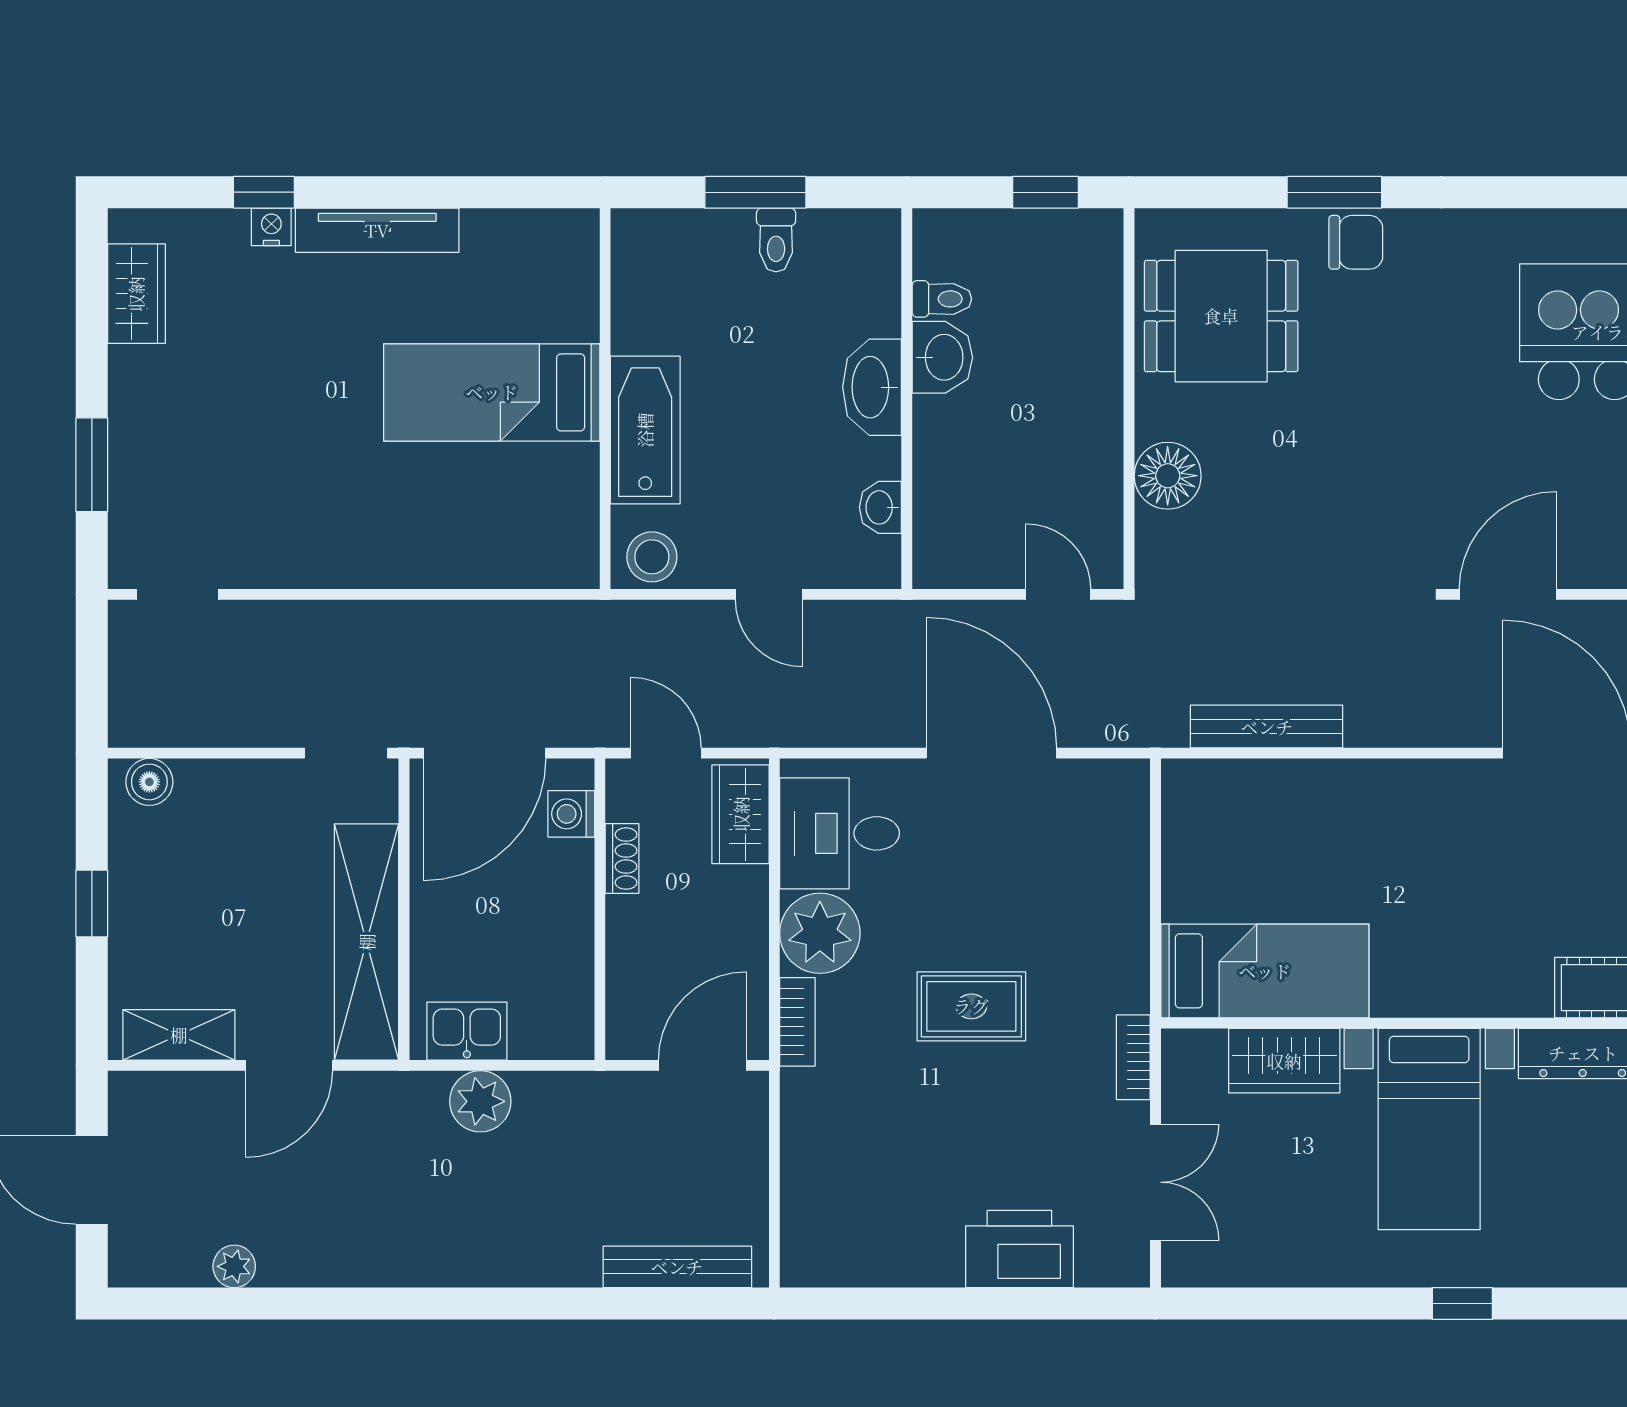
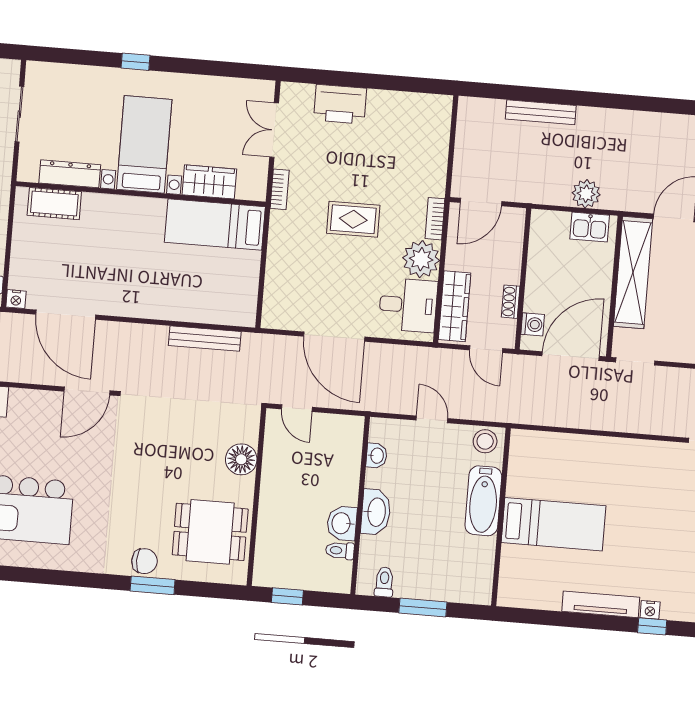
toilet: (776, 240) -> (384, 582), moved
chair: (1356, 242) -> (144, 561), turned 180
wardrobe: (741, 814) -> (455, 306), width x1.50
bench: (677, 1267) -> (541, 112), moved

